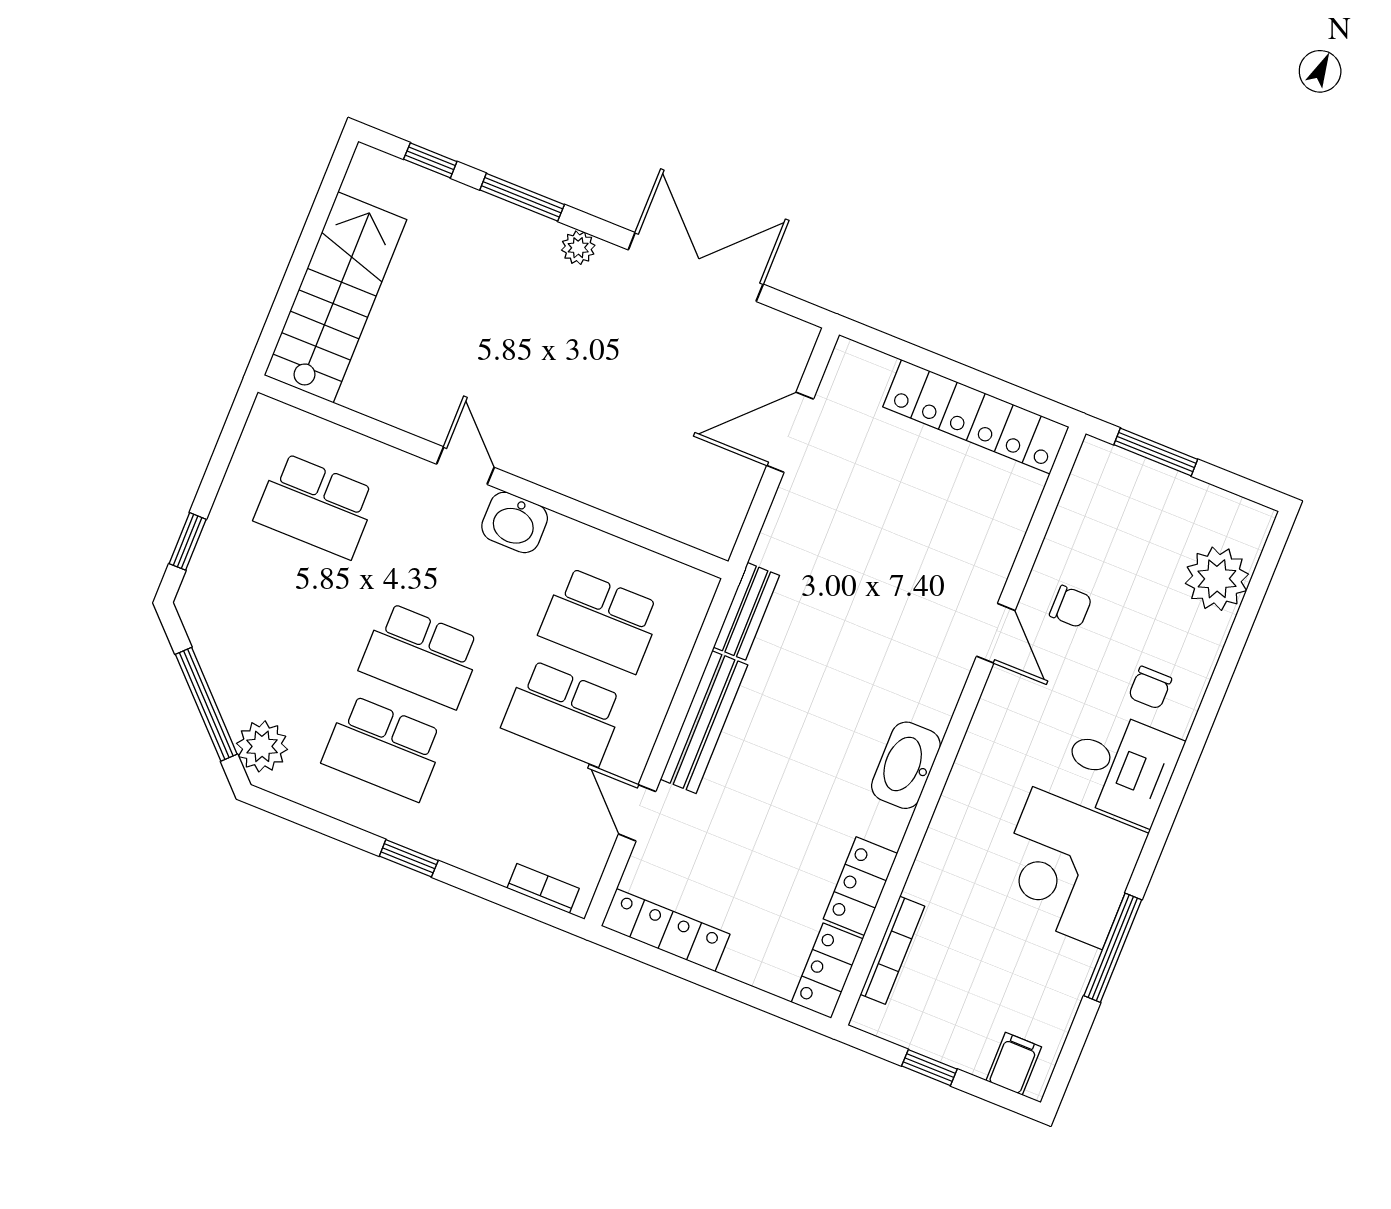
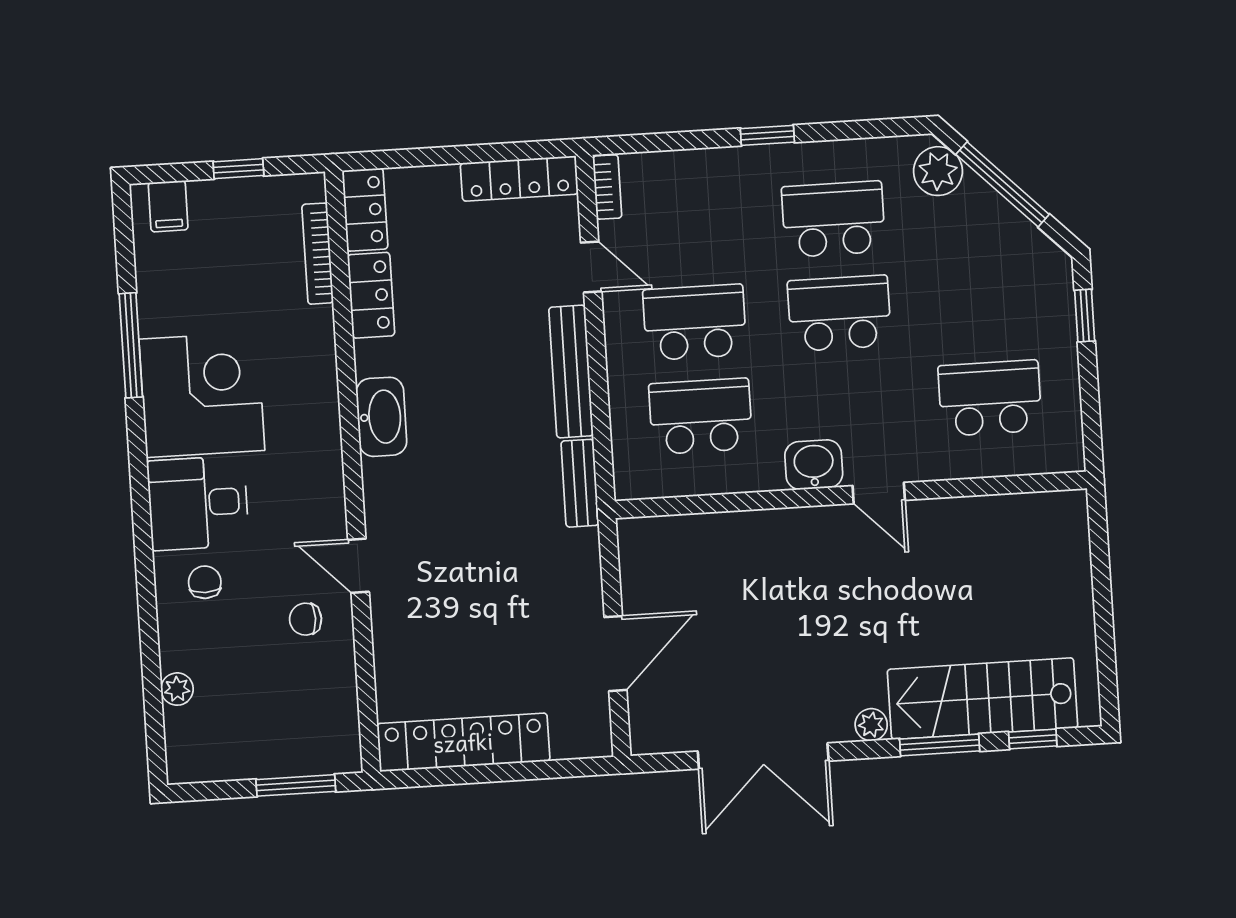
stairs: (335, 297) -> (983, 699), moved, turned 90
plant: (1217, 579) -> (177, 689), width x0.53, depth x0.53
bookcase: (543, 888) -> (607, 187), moved, turned -90

